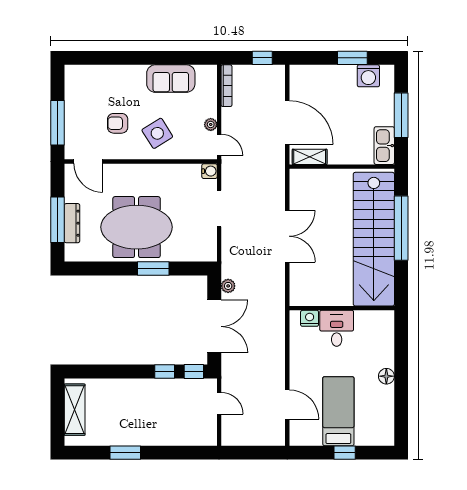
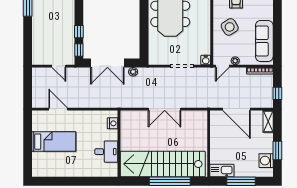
sofa: (171, 79) -> (264, 41), width x1.36
door: (287, 122) -> (237, 109), hinge flipped
shelving: (310, 157) -> (268, 121), moved
window: (153, 269) -> (144, 24), removed
desk: (337, 328) -> (106, 152), moved
floor lamp: (386, 376) -> (76, 172), removed
door: (219, 403) -> (59, 66), hinge flipped
door: (287, 404) -> (58, 109), swing flipped
window: (345, 453) -> (28, 145), removed

